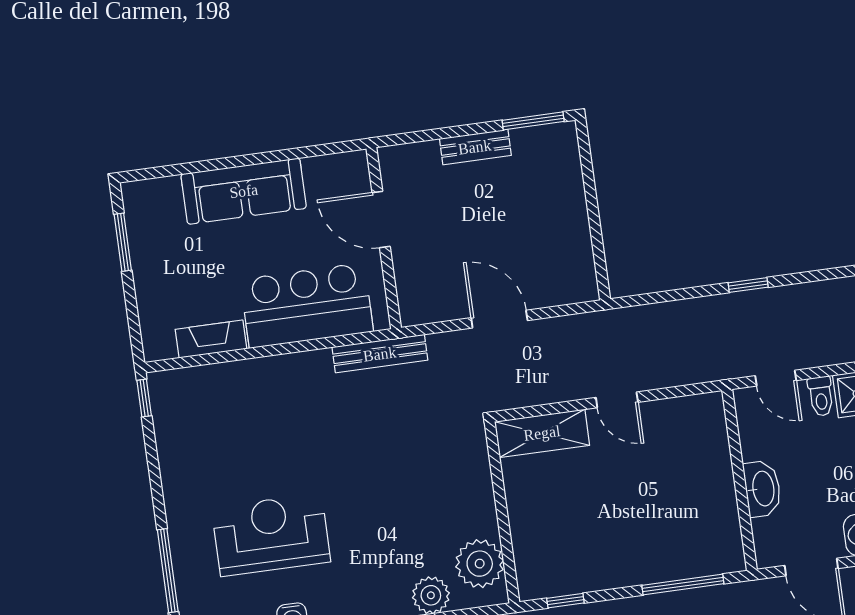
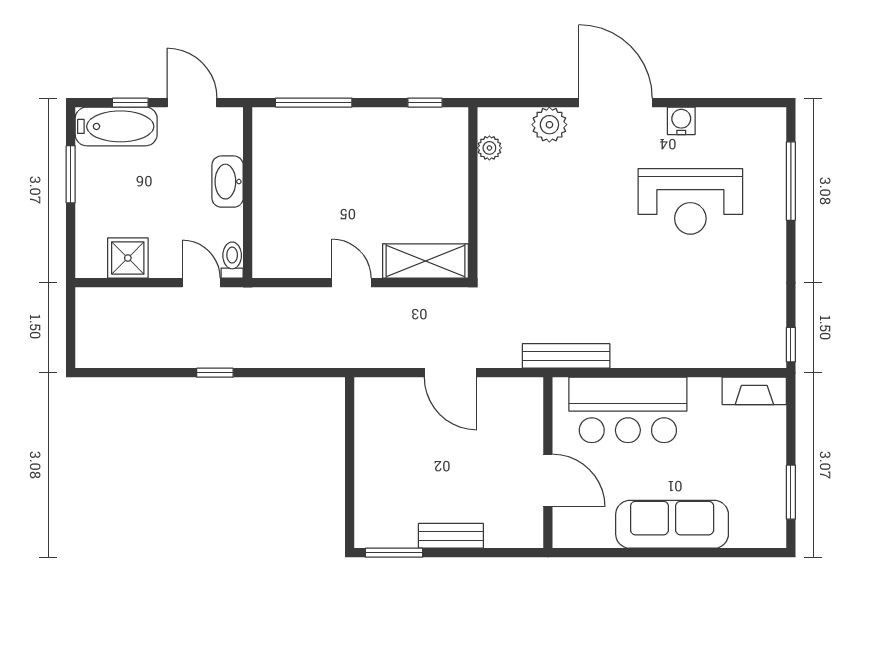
fireplace: (211, 339) -> (754, 391), moved
toilet: (821, 396) -> (232, 260), moved
plant: (480, 564) -> (489, 148), width x0.53, depth x0.53

